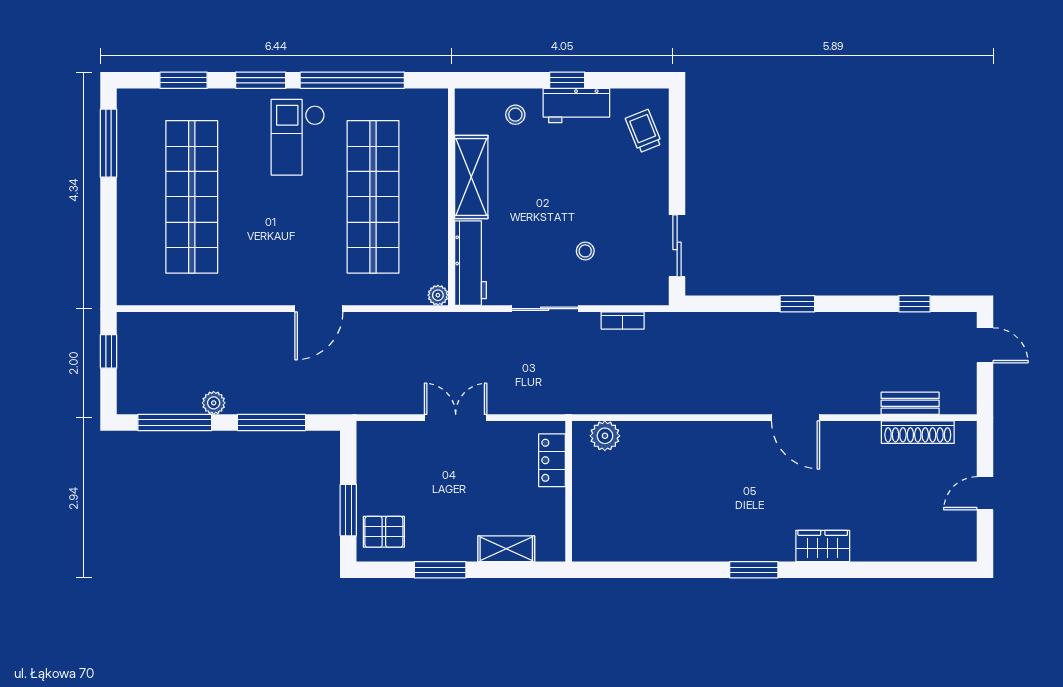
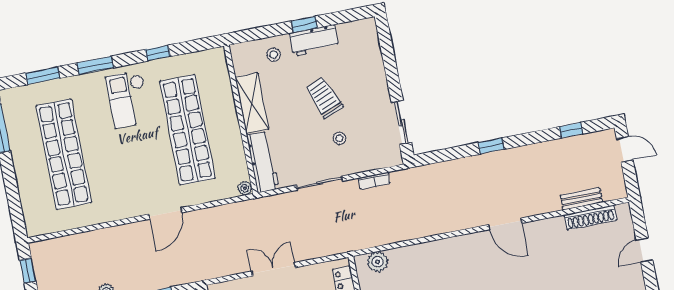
window: (352, 80) -> (158, 53), width x0.32
trolley: (644, 131) -> (324, 98), moved, width x1.36, depth x1.39

